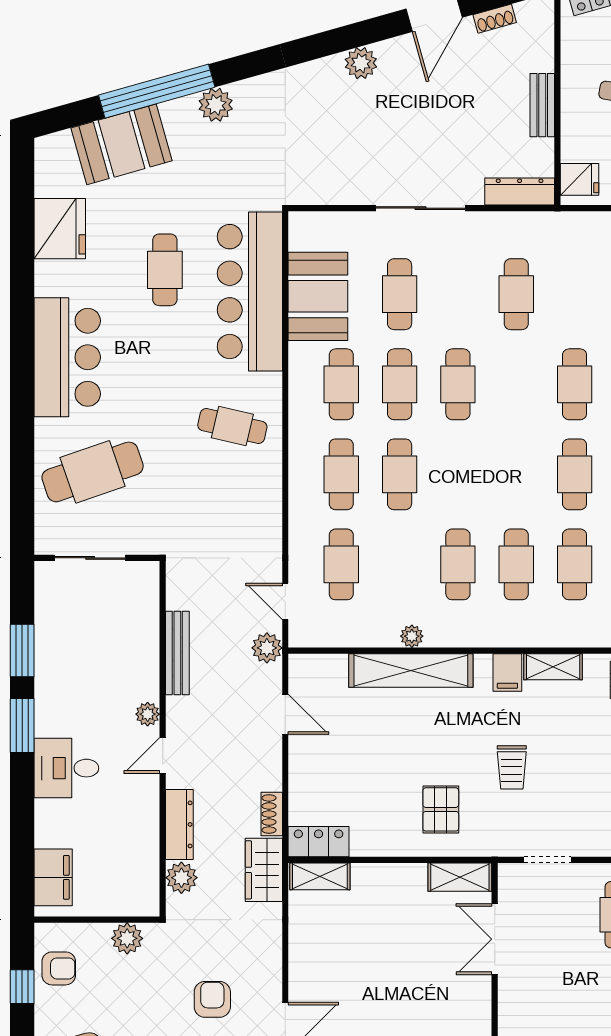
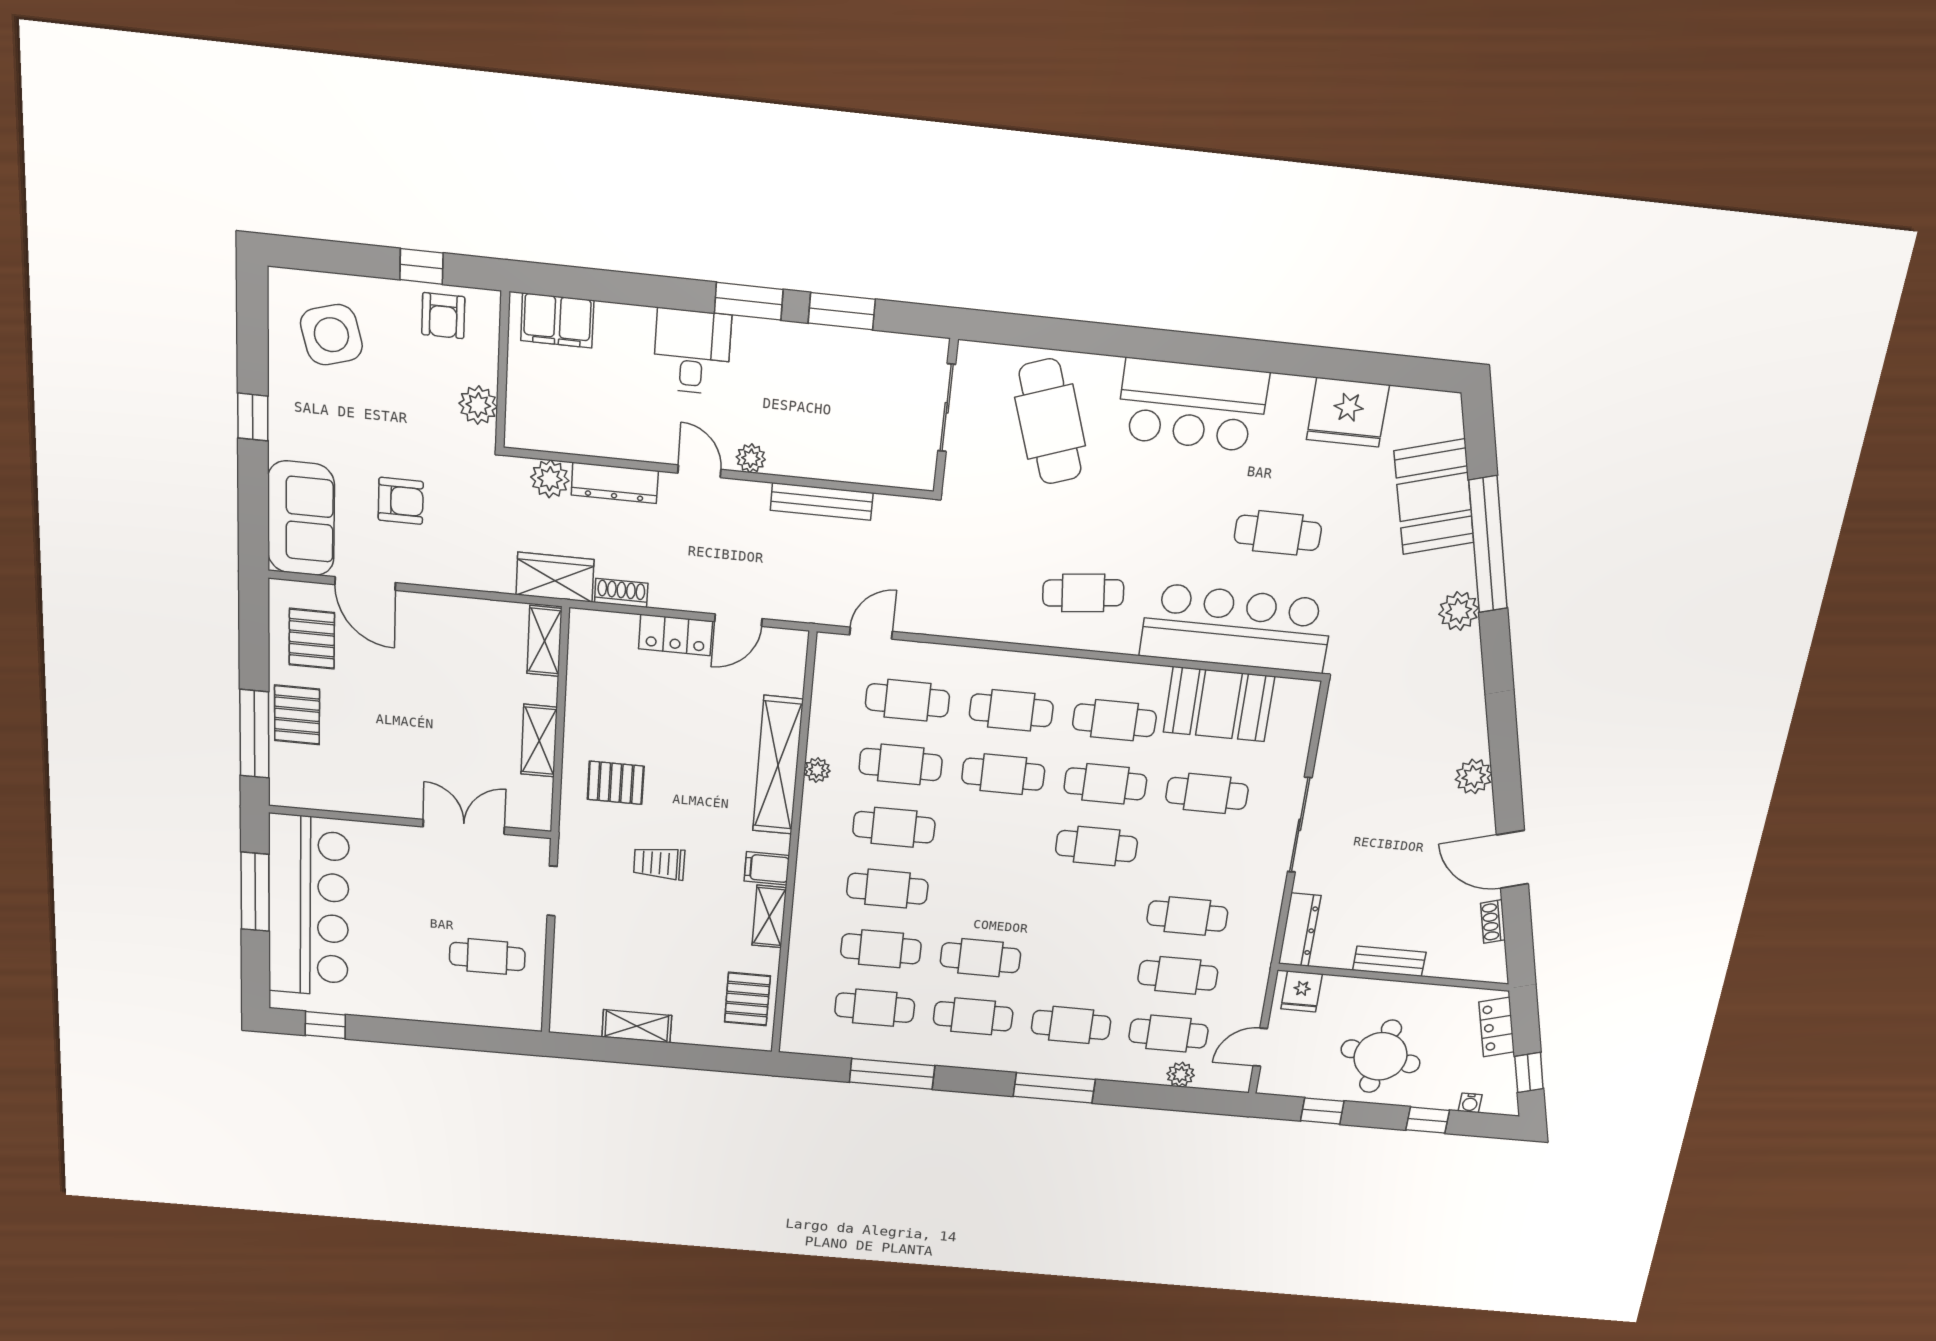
cafe table: (575, 384) -> (1178, 975), moved
cafe table: (232, 426) -> (1083, 593), turned 71
cafe table: (400, 564) -> (901, 764), added
plant: (267, 648) -> (818, 607), removed
locker: (319, 842) -> (676, 635), moved, turned 90
shelving: (460, 877) -> (539, 741), moved

